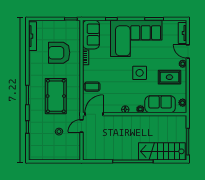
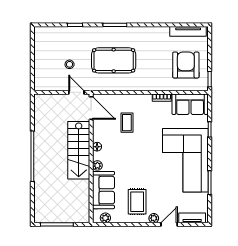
armchair: (59, 53) -> (186, 65), moved
side table: (140, 73) -> (143, 165), removed
coffee table: (92, 87) -> (127, 123), moved
stairs: (162, 151) -> (79, 150), moved, turned 180

